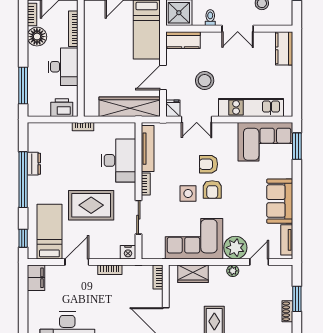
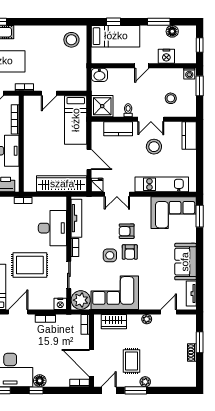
kitchen counter: (183, 40) -> (118, 129), moved
door: (163, 77) -> (89, 160), swing flipped
stool: (205, 81) -> (154, 147), moved
plant: (235, 248) -> (81, 300), moved

